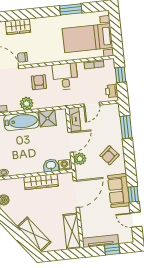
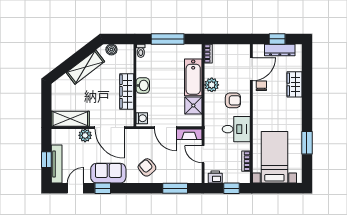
plant: (80, 159) -> (85, 135), moved
washbasin: (51, 165) -> (143, 85), moved
shelving: (34, 234) -> (85, 67), moved
tv unit: (100, 241) -> (57, 164), moved

